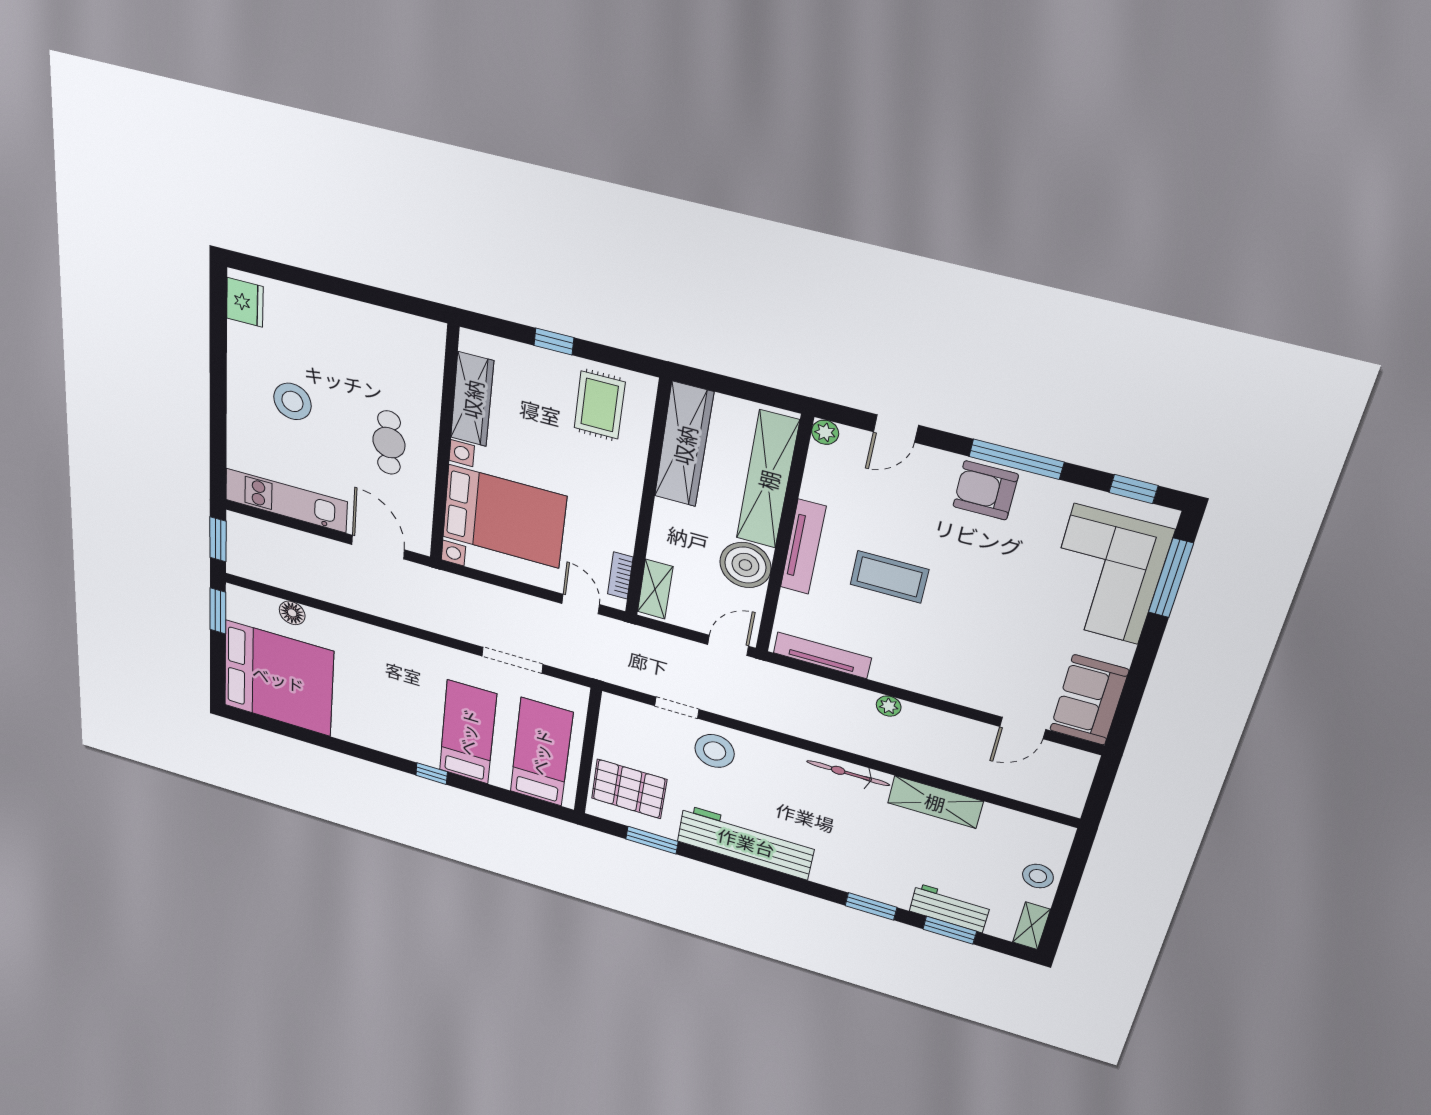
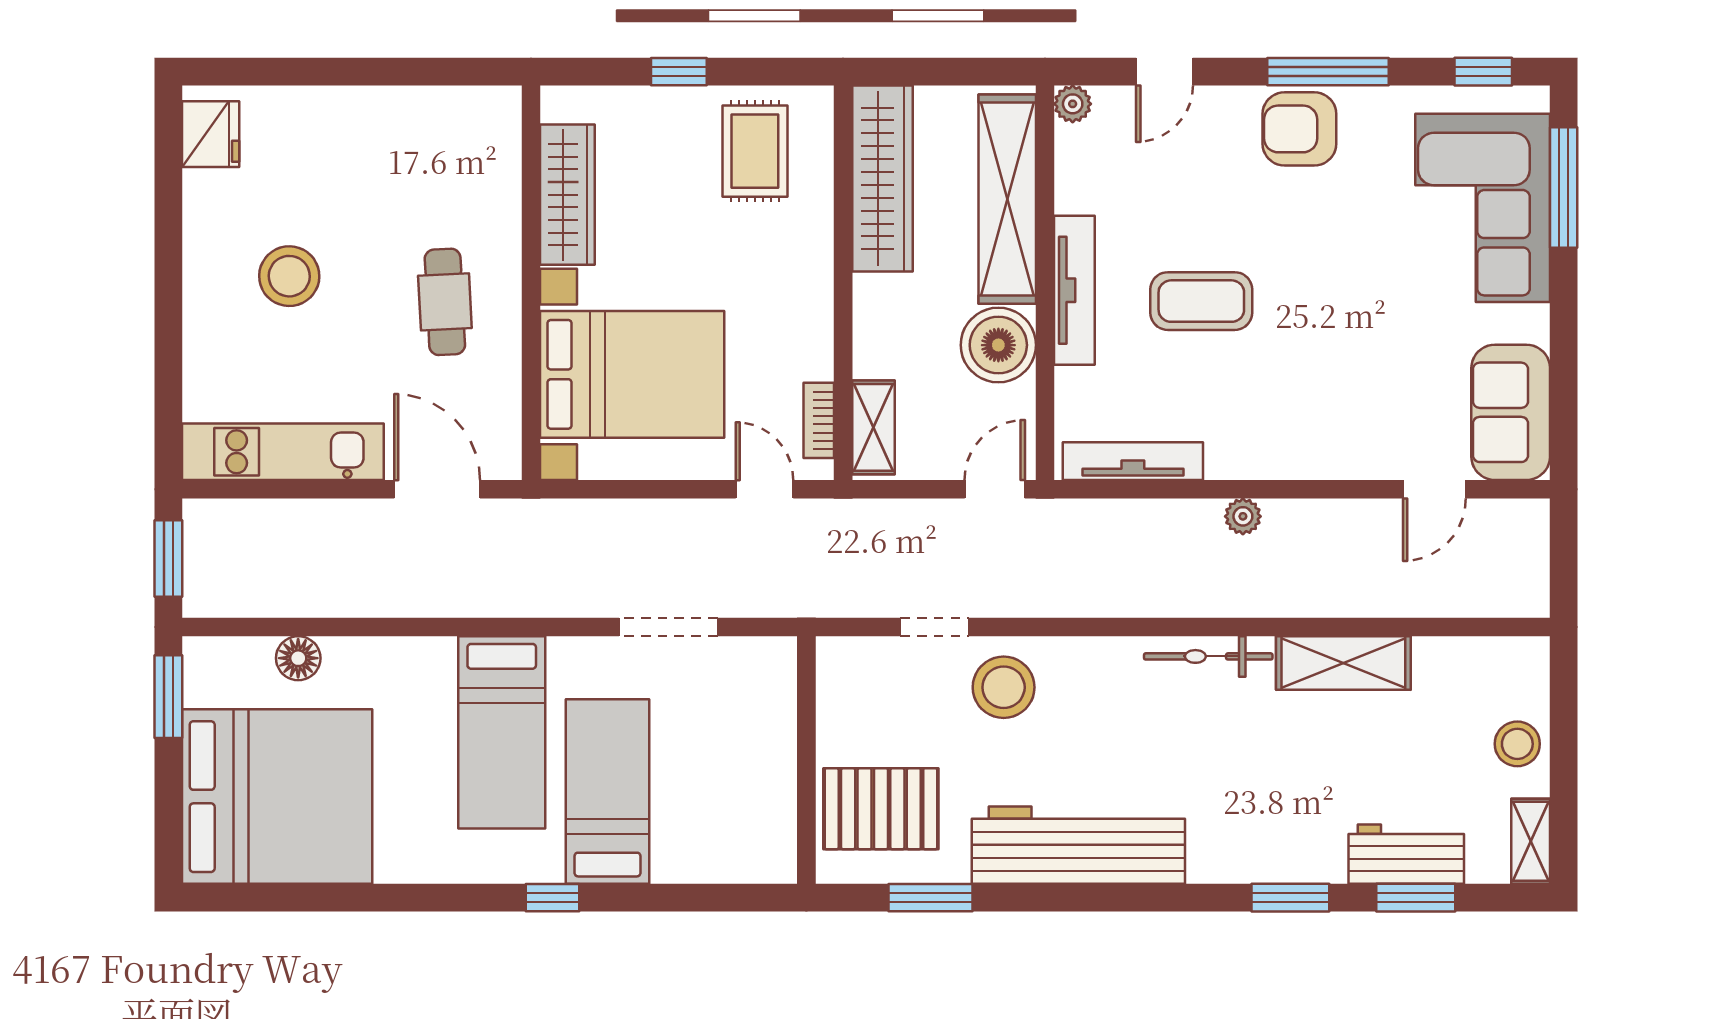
bed: (541, 752) -> (502, 732), moved, turned 180

